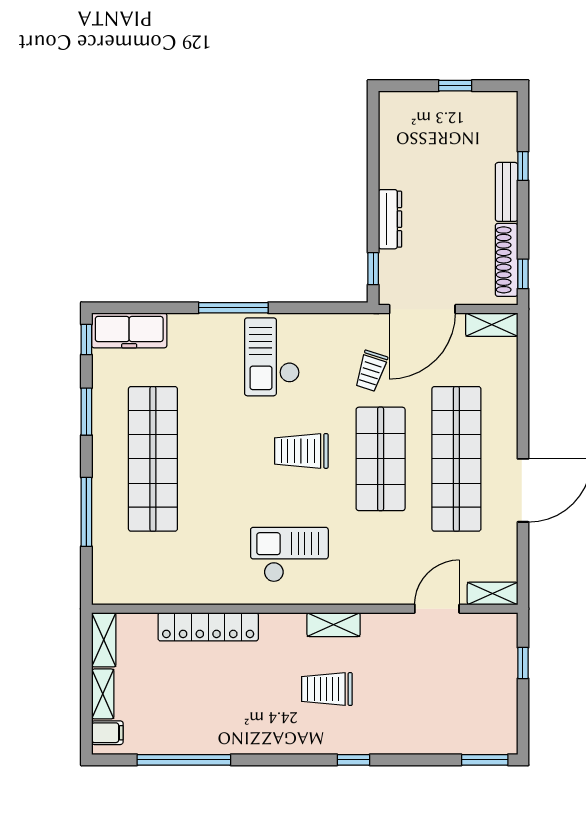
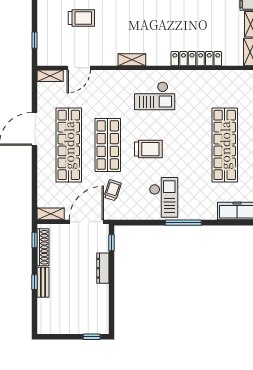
window: (455, 86) -> (92, 337), moved
window: (523, 166) -> (35, 282), moved
trolley: (327, 689) -> (81, 18), moved

